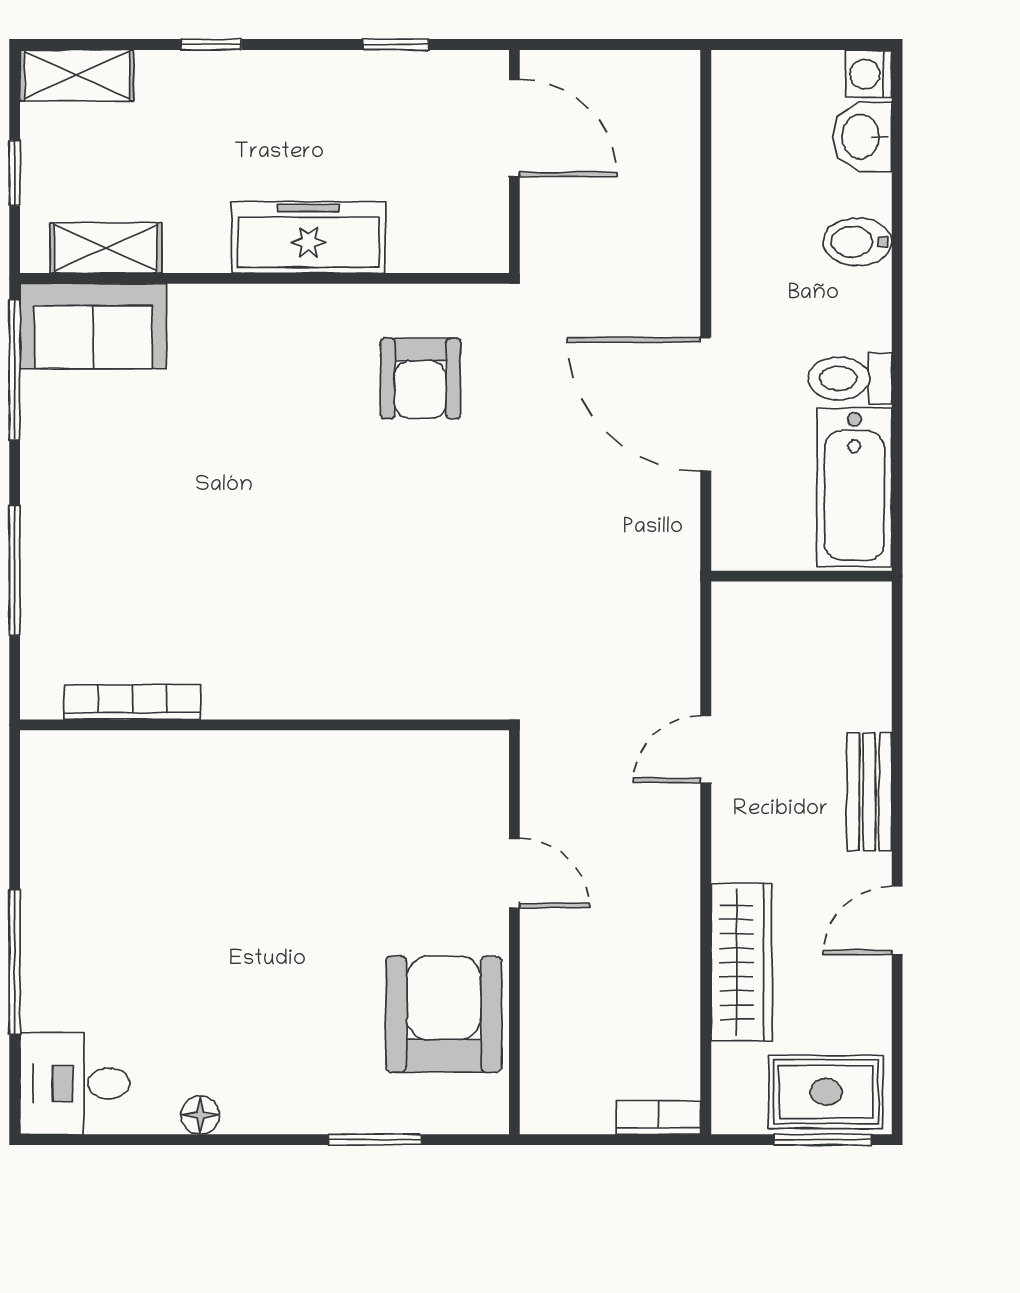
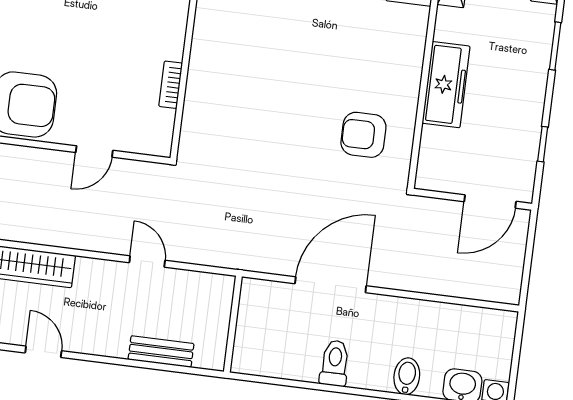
window: (211, 44) -> (555, 46), width x1.50
bathtub: (854, 488) -> (276, 358), removed
bookcase: (373, 747) -> (171, 85), added
bench: (869, 792) -> (161, 352), moved

